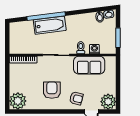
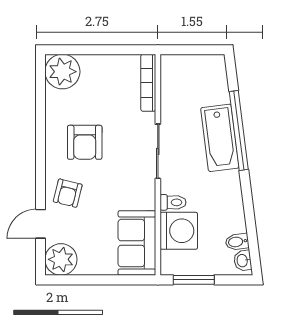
washing machine: (94, 49) -> (179, 231), width x1.89, depth x1.89
sofa: (89, 65) -> (137, 243), moved
armchair: (52, 90) -> (85, 142), turned 90

